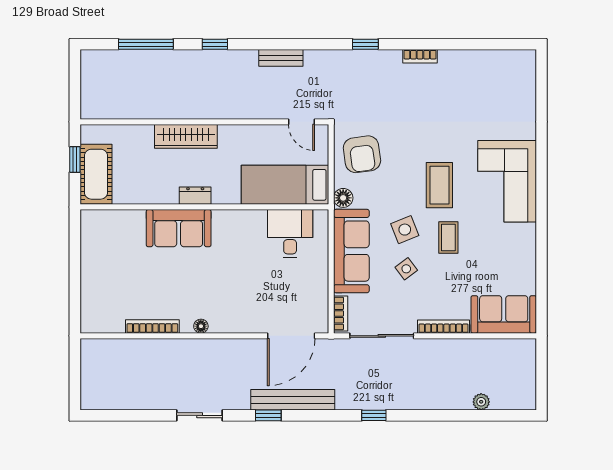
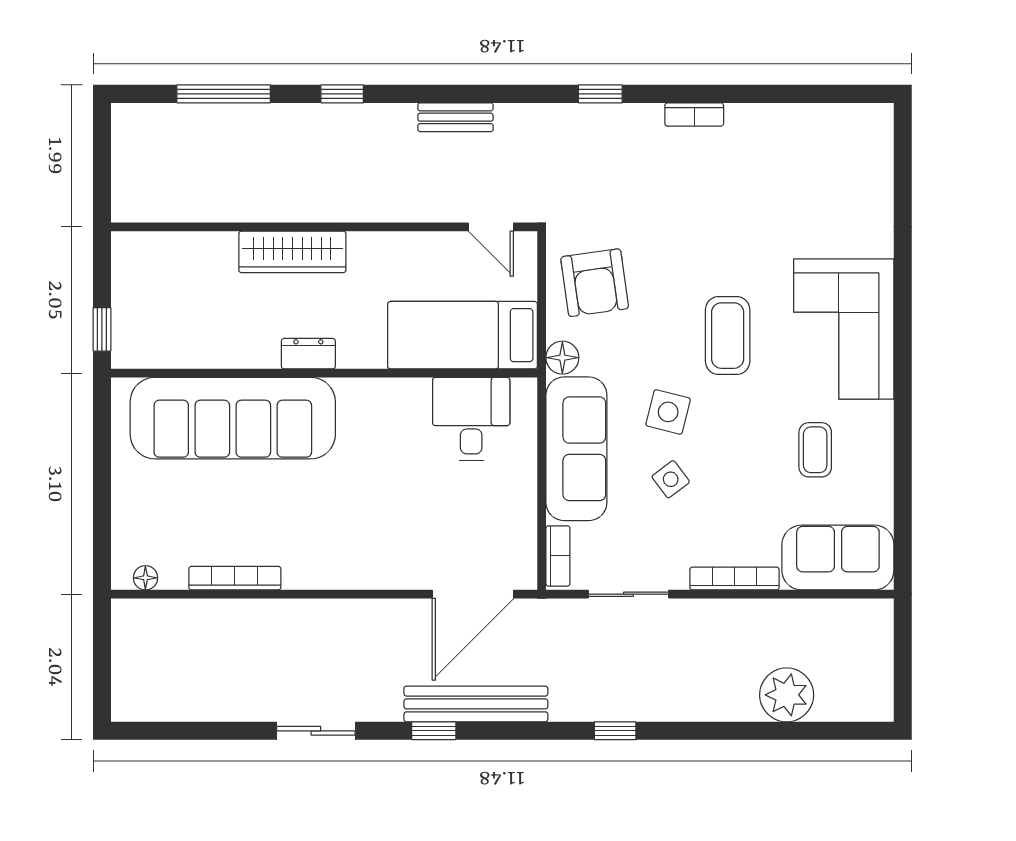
window: (75, 159) -> (102, 329), moved
cot: (96, 174) -> (138, 317), removed
sofa: (179, 228) -> (233, 418), width x1.85, depth x1.27
side table: (405, 230) -> (668, 412), turned 36
coffee table: (448, 237) -> (815, 450), moved
floor lamp: (201, 326) -> (145, 578), moved
sliding door: (382, 336) -> (629, 594), width x0.73
plant: (481, 402) -> (787, 695), width x1.87, depth x1.87

